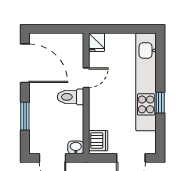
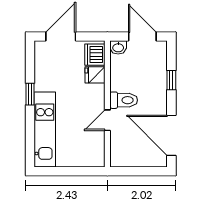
fridge: (96, 42) -> (95, 75), moved, turned -90
kitchen unit: (146, 82) -> (45, 129), width x0.73
window: (25, 116) -> (171, 80), width x0.67

